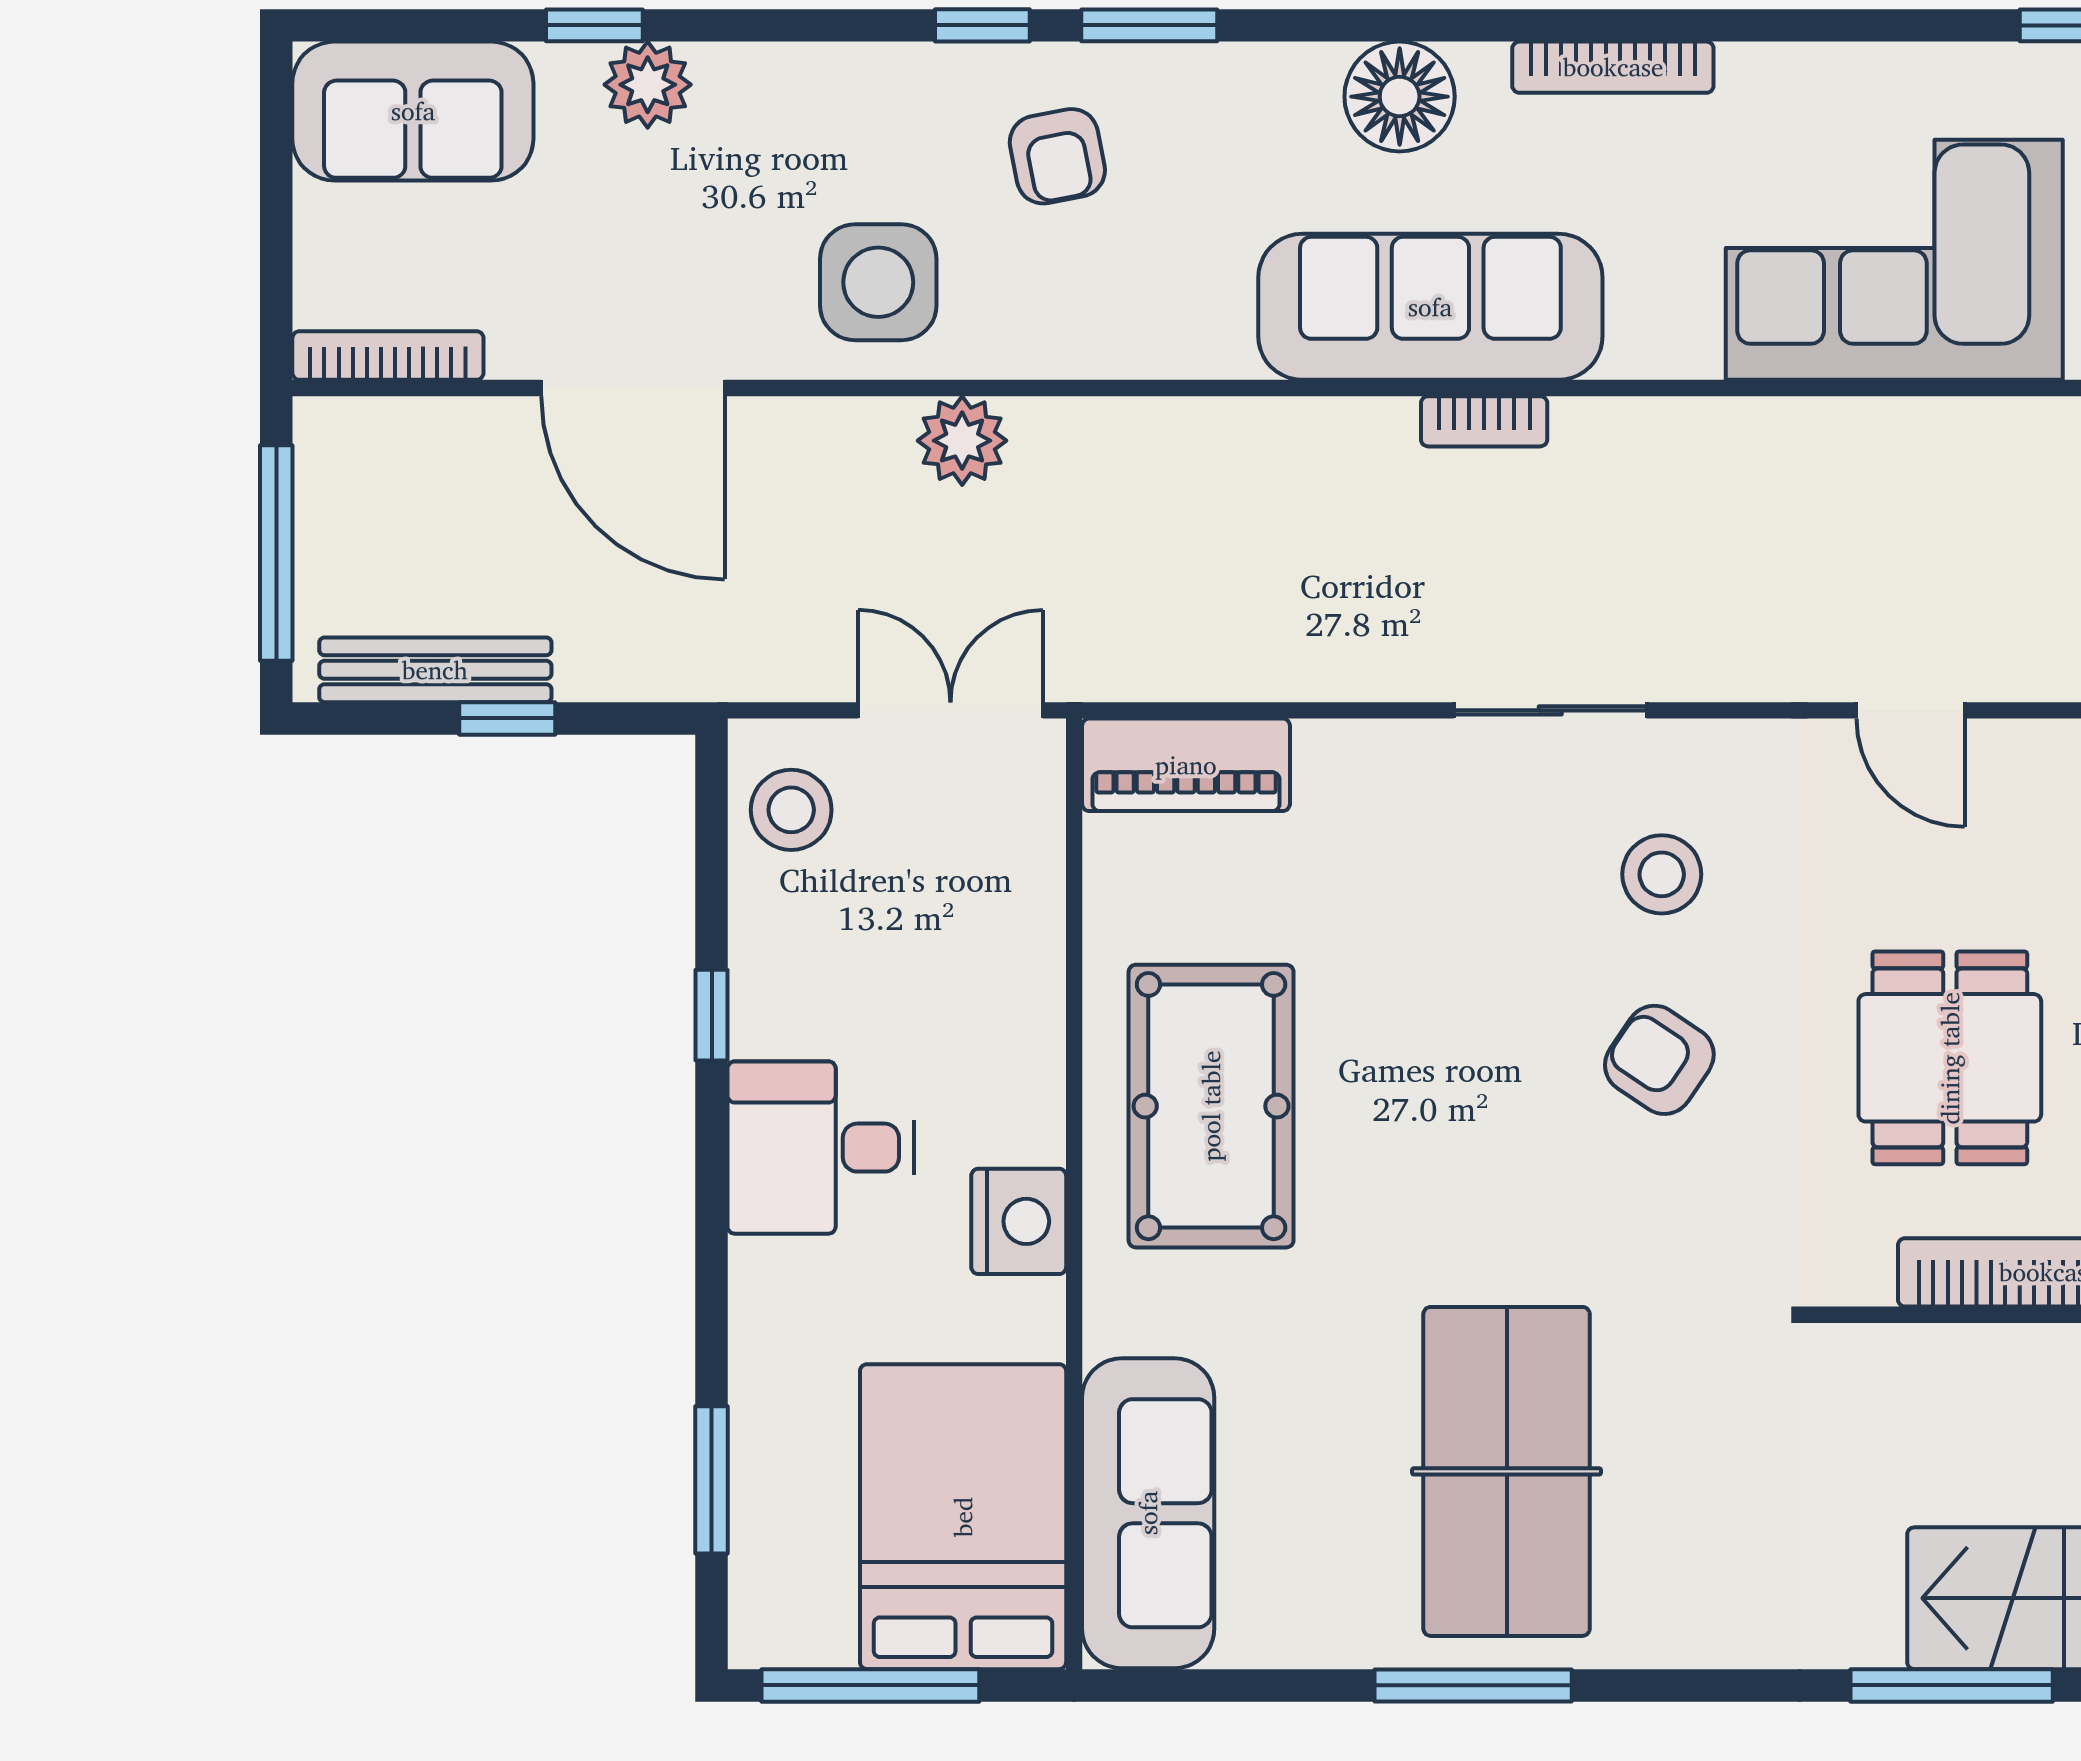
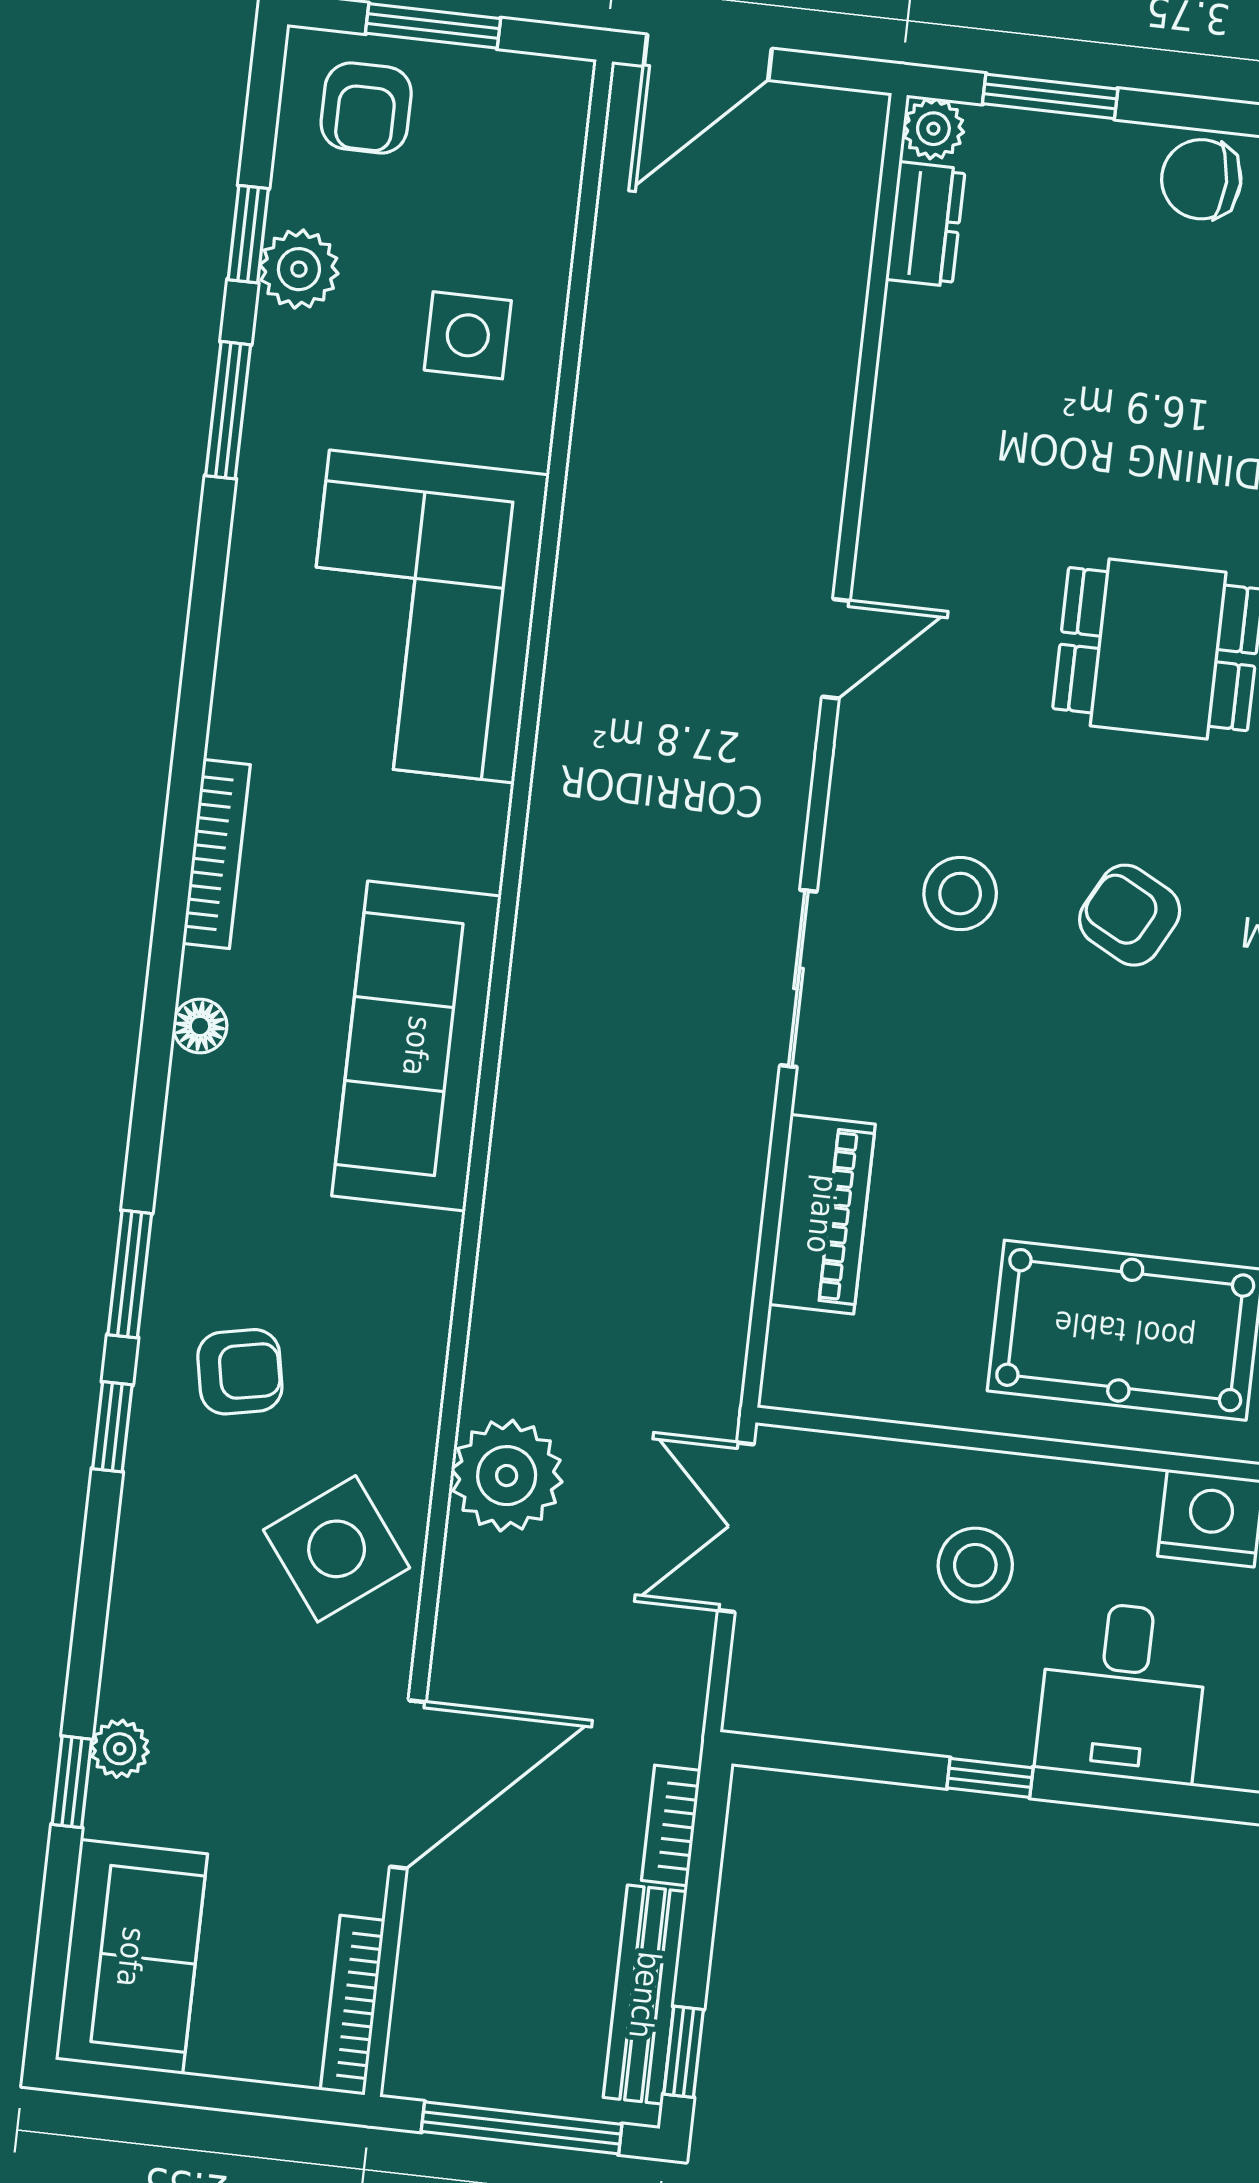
plant: (648, 85) -> (120, 1749), width x0.73, depth x0.73
floor lamp: (1400, 97) -> (200, 1026), width x0.53, depth x0.53
side table: (878, 282) -> (337, 1549), turned -37
bookcase: (1484, 421) -> (671, 1825), moved, turned 180
plant: (962, 441) -> (507, 1476), width x1.36, depth x1.36
window: (507, 718) -> (684, 2052), moved
piano: (1186, 765) -> (822, 1214), moved
stool: (791, 810) -> (975, 1565), moved
armchair: (1659, 1060) -> (1130, 915), turned 84

